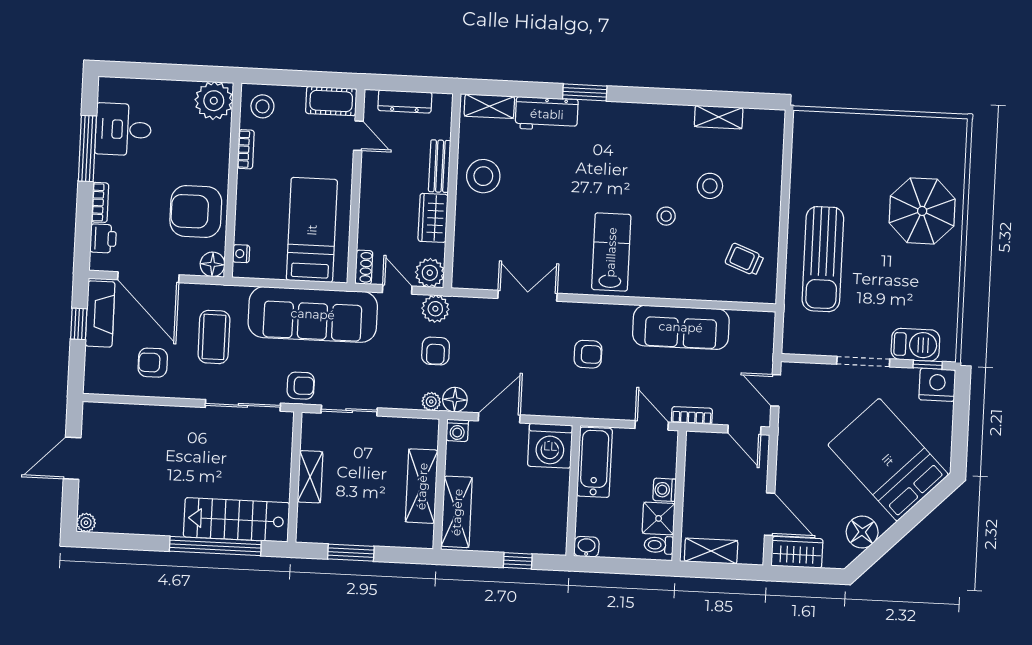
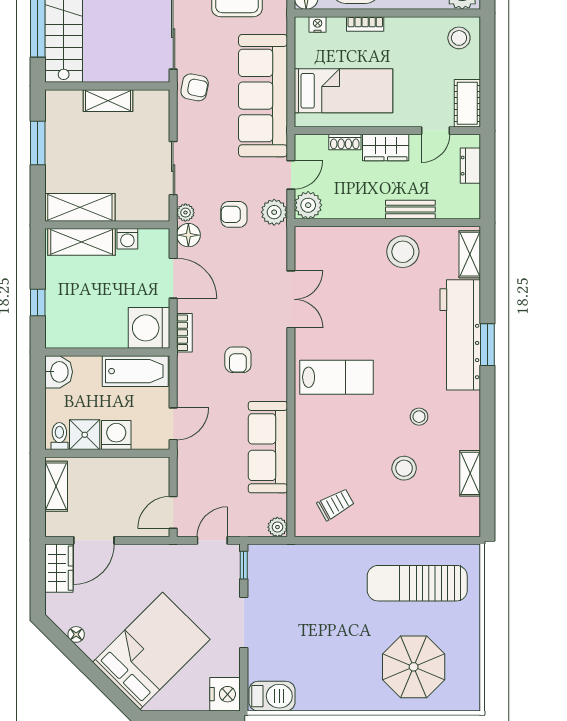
dresser: (405, 101) -> (470, 166), width x0.70
workbench: (547, 114) -> (460, 335), width x1.88, depth x1.32
bookcase: (246, 149) -> (365, 24), moved
parasol: (922, 211) -> (414, 667), moved
stool: (666, 216) -> (419, 417), moved
wardrobe: (433, 218) -> (386, 148), moved, turned 180
trolley: (744, 259) -> (336, 504), turned 40
sun lounger: (823, 259) -> (417, 583), moved
shoe rack: (364, 267) -> (345, 142), moved
plant: (765, 321) -> (277, 527), added
barbecue: (915, 345) -> (272, 696), moved, turned -90
window: (928, 365) -> (244, 565), moved
armchair: (301, 386) -> (195, 87), turned -79
sliding door: (349, 411) -> (173, 168), moved
bookcase: (692, 415) -> (184, 333), moved
washing machine: (457, 430) -> (127, 239), moved, turned -90
shelving: (422, 486) -> (80, 207), moved
washing machine: (664, 490) -> (116, 435), width x1.38, depth x1.38
floor lamp: (862, 532) -> (76, 634), width x0.53, depth x0.53
washbasin: (586, 547) -> (59, 372), width x1.38, depth x1.45

